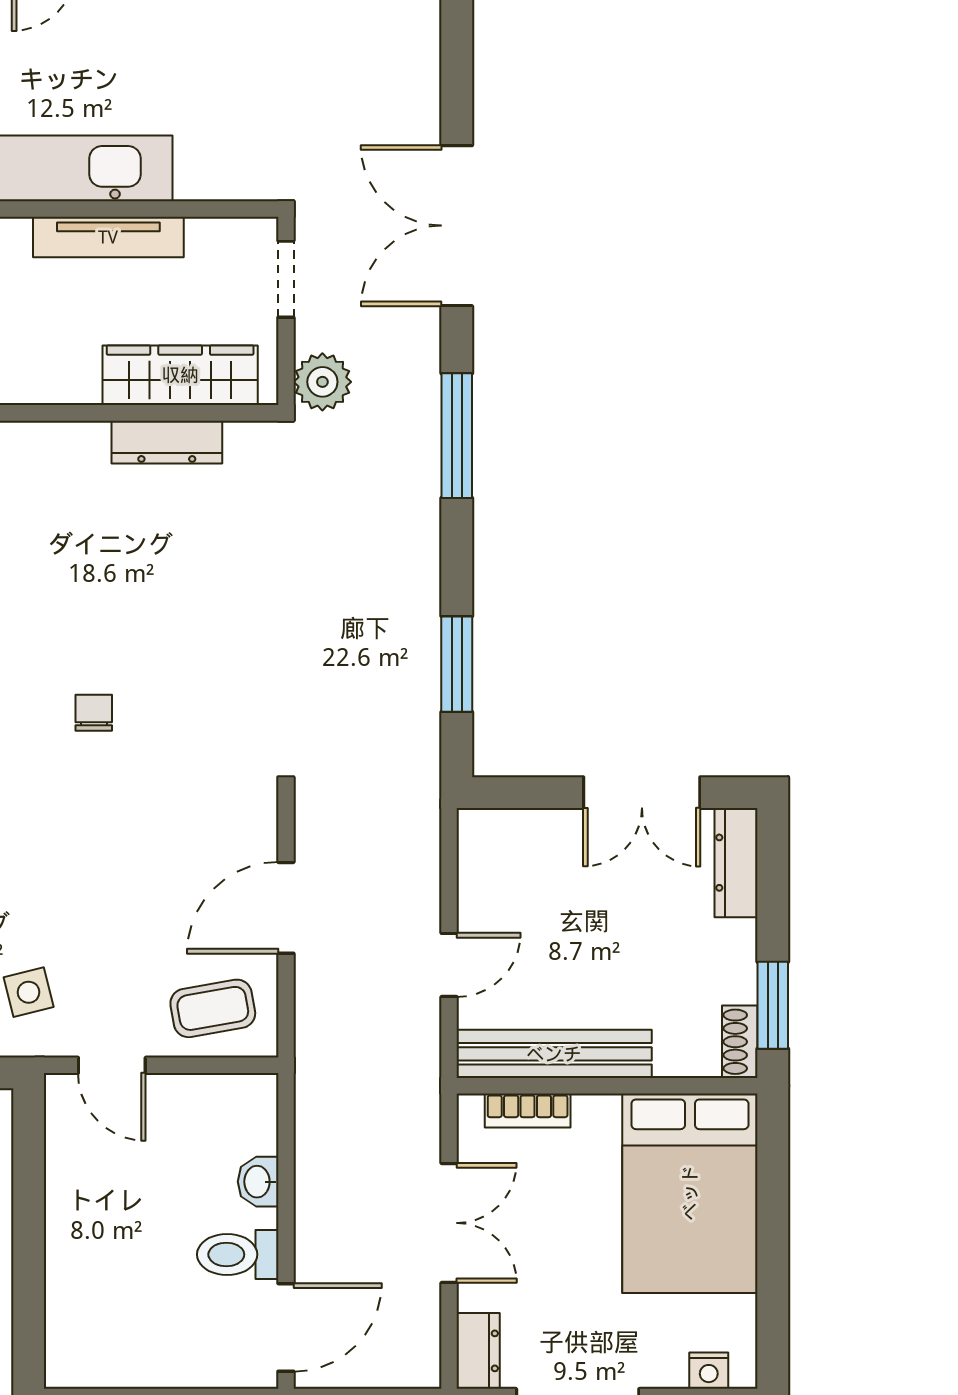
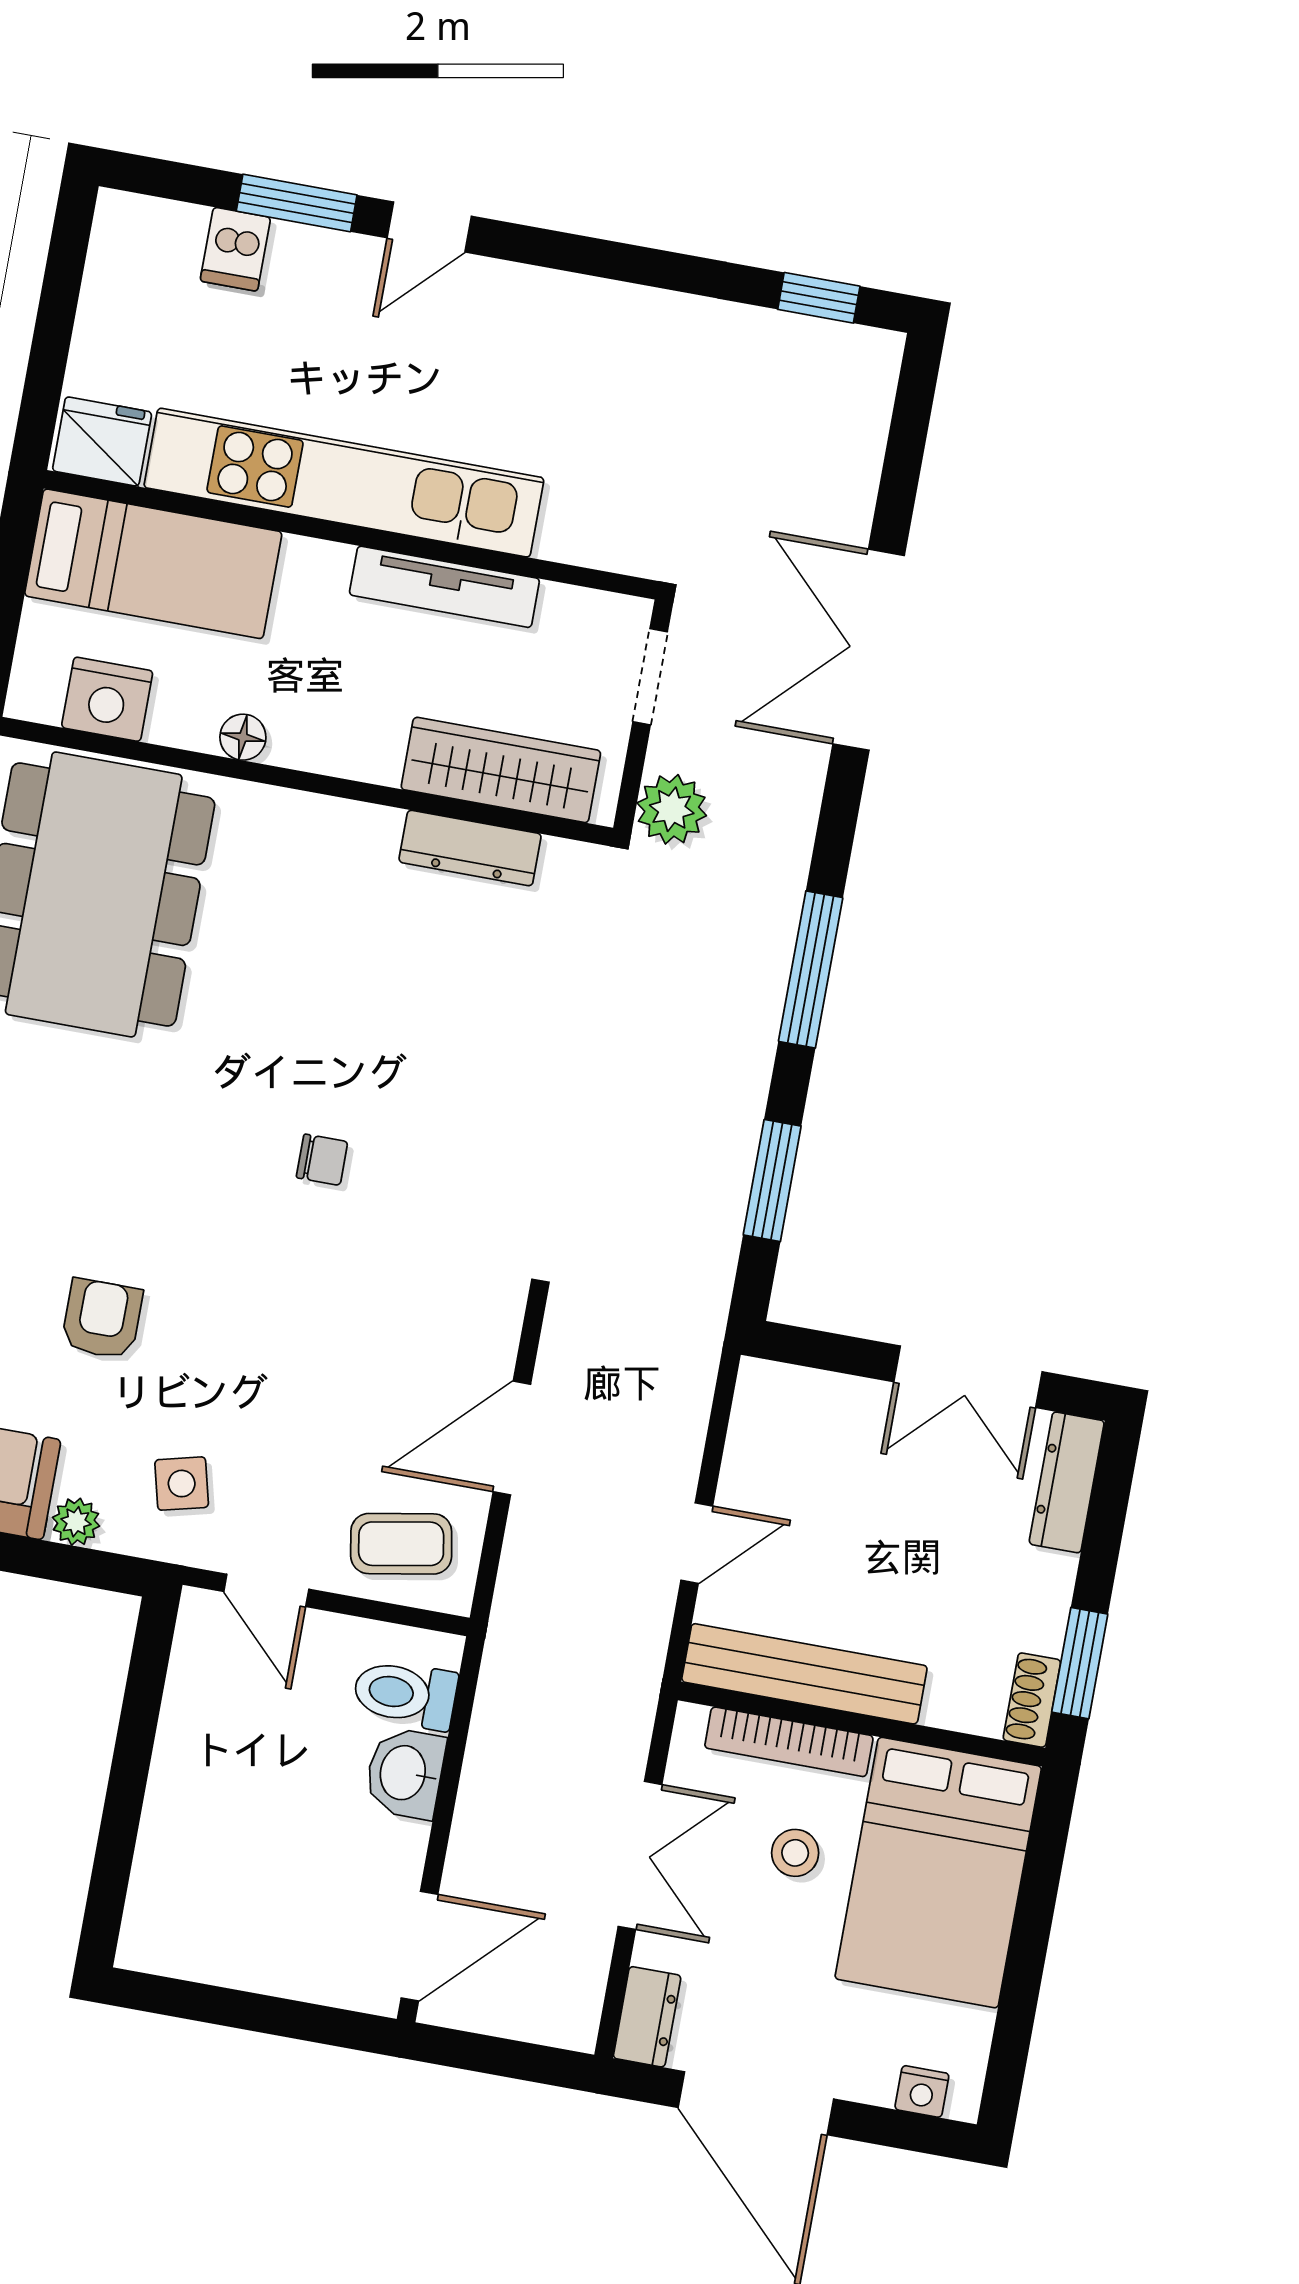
window: (457, 436) -> (811, 969), moved
chair: (94, 713) -> (322, 1160), turned 90
bookcase: (528, 1110) -> (789, 1742), width x1.56
washbasin: (258, 1182) -> (405, 1773), width x1.38, depth x1.45
stool: (573, 1198) -> (795, 1853), added
toilet: (238, 1254) -> (405, 1694), moved

